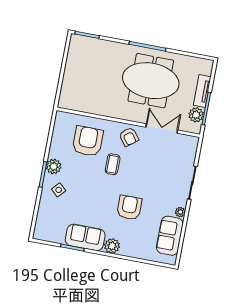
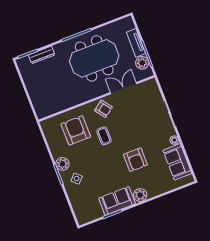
dresser: (100, 45) -> (42, 55), added
armchair: (129, 208) -> (135, 160), turned 180

